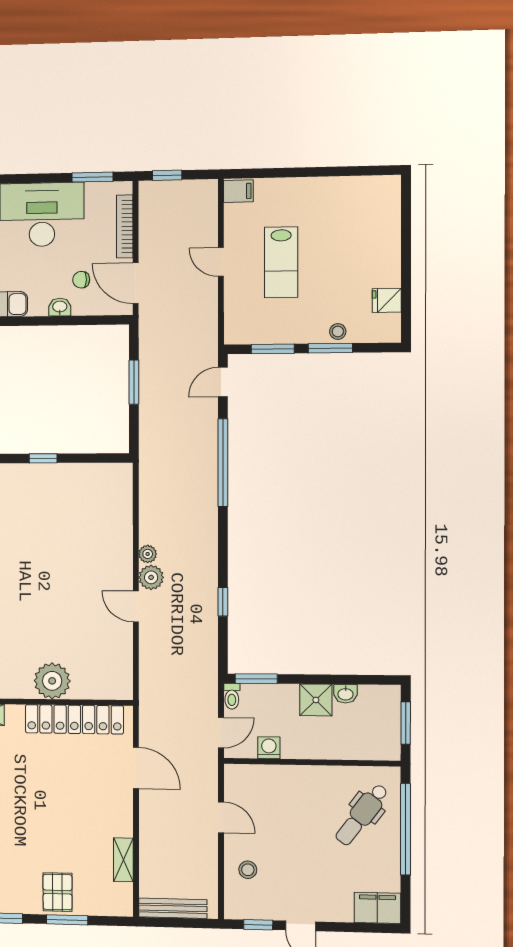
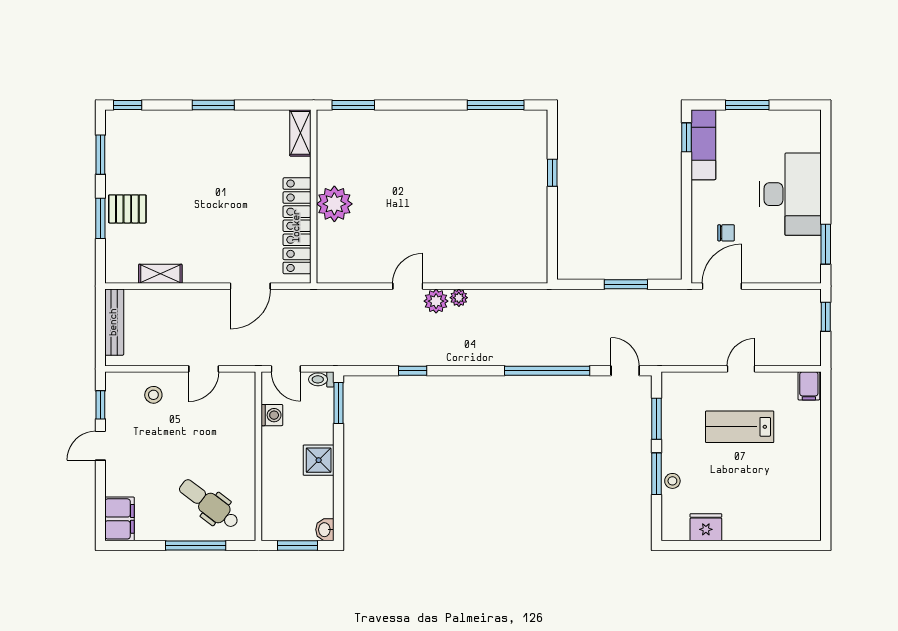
bookcase: (125, 226) -> (777, 276), removed
chair: (81, 280) -> (726, 233), turned 88
fridge: (387, 300) -> (706, 527), width x1.38
washbasin: (60, 307) -> (700, 212), removed
window: (43, 458) -> (552, 173), moved
washbasin: (345, 694) -> (325, 530), moved
window: (406, 829) -> (196, 545), width x0.68

